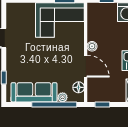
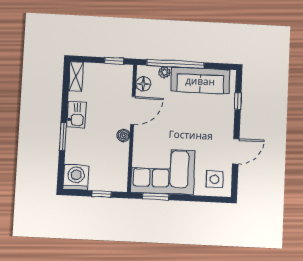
side table: (20, 16) -> (214, 179), added
door: (86, 66) -> (133, 111), swing flipped

